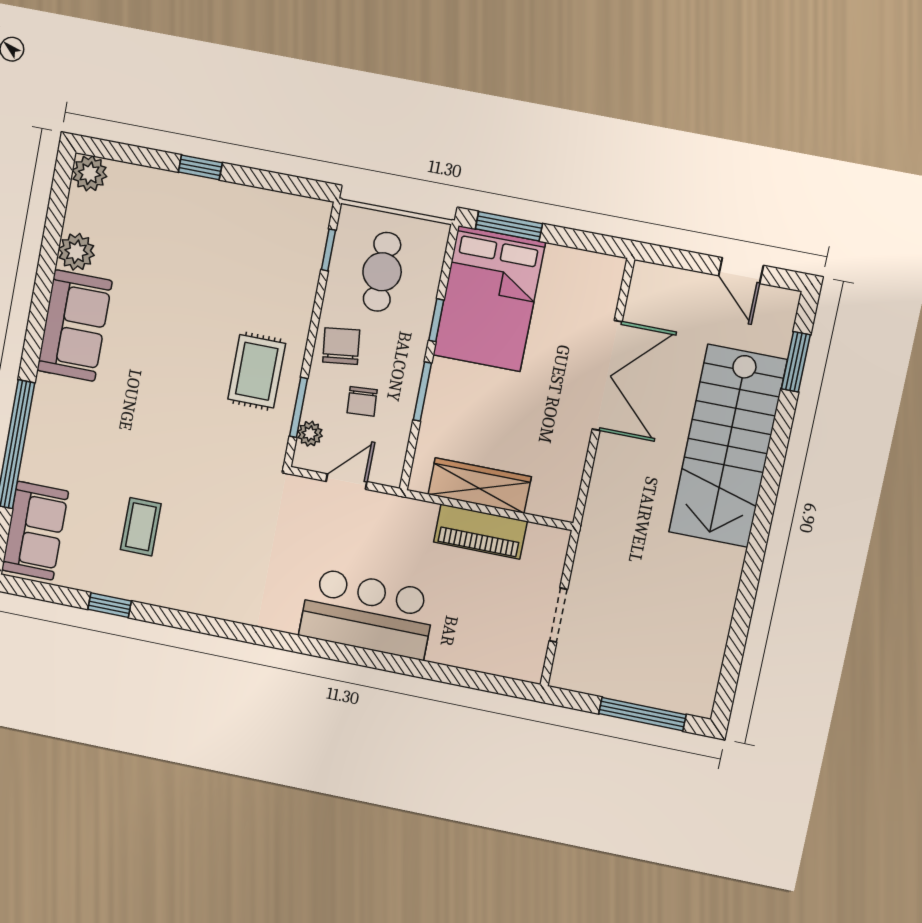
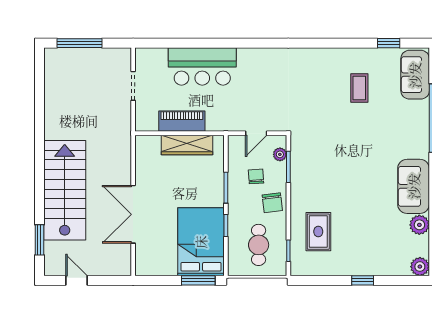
rug: (257, 371) -> (318, 232), moved
window: (110, 605) -> (389, 43), moved
bar counter: (367, 614) -> (202, 66), moved

